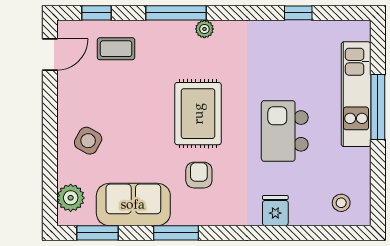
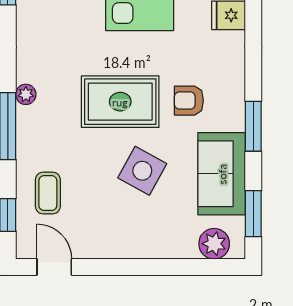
side table: (88, 141) -> (142, 171), moved, width x1.37, depth x1.37

